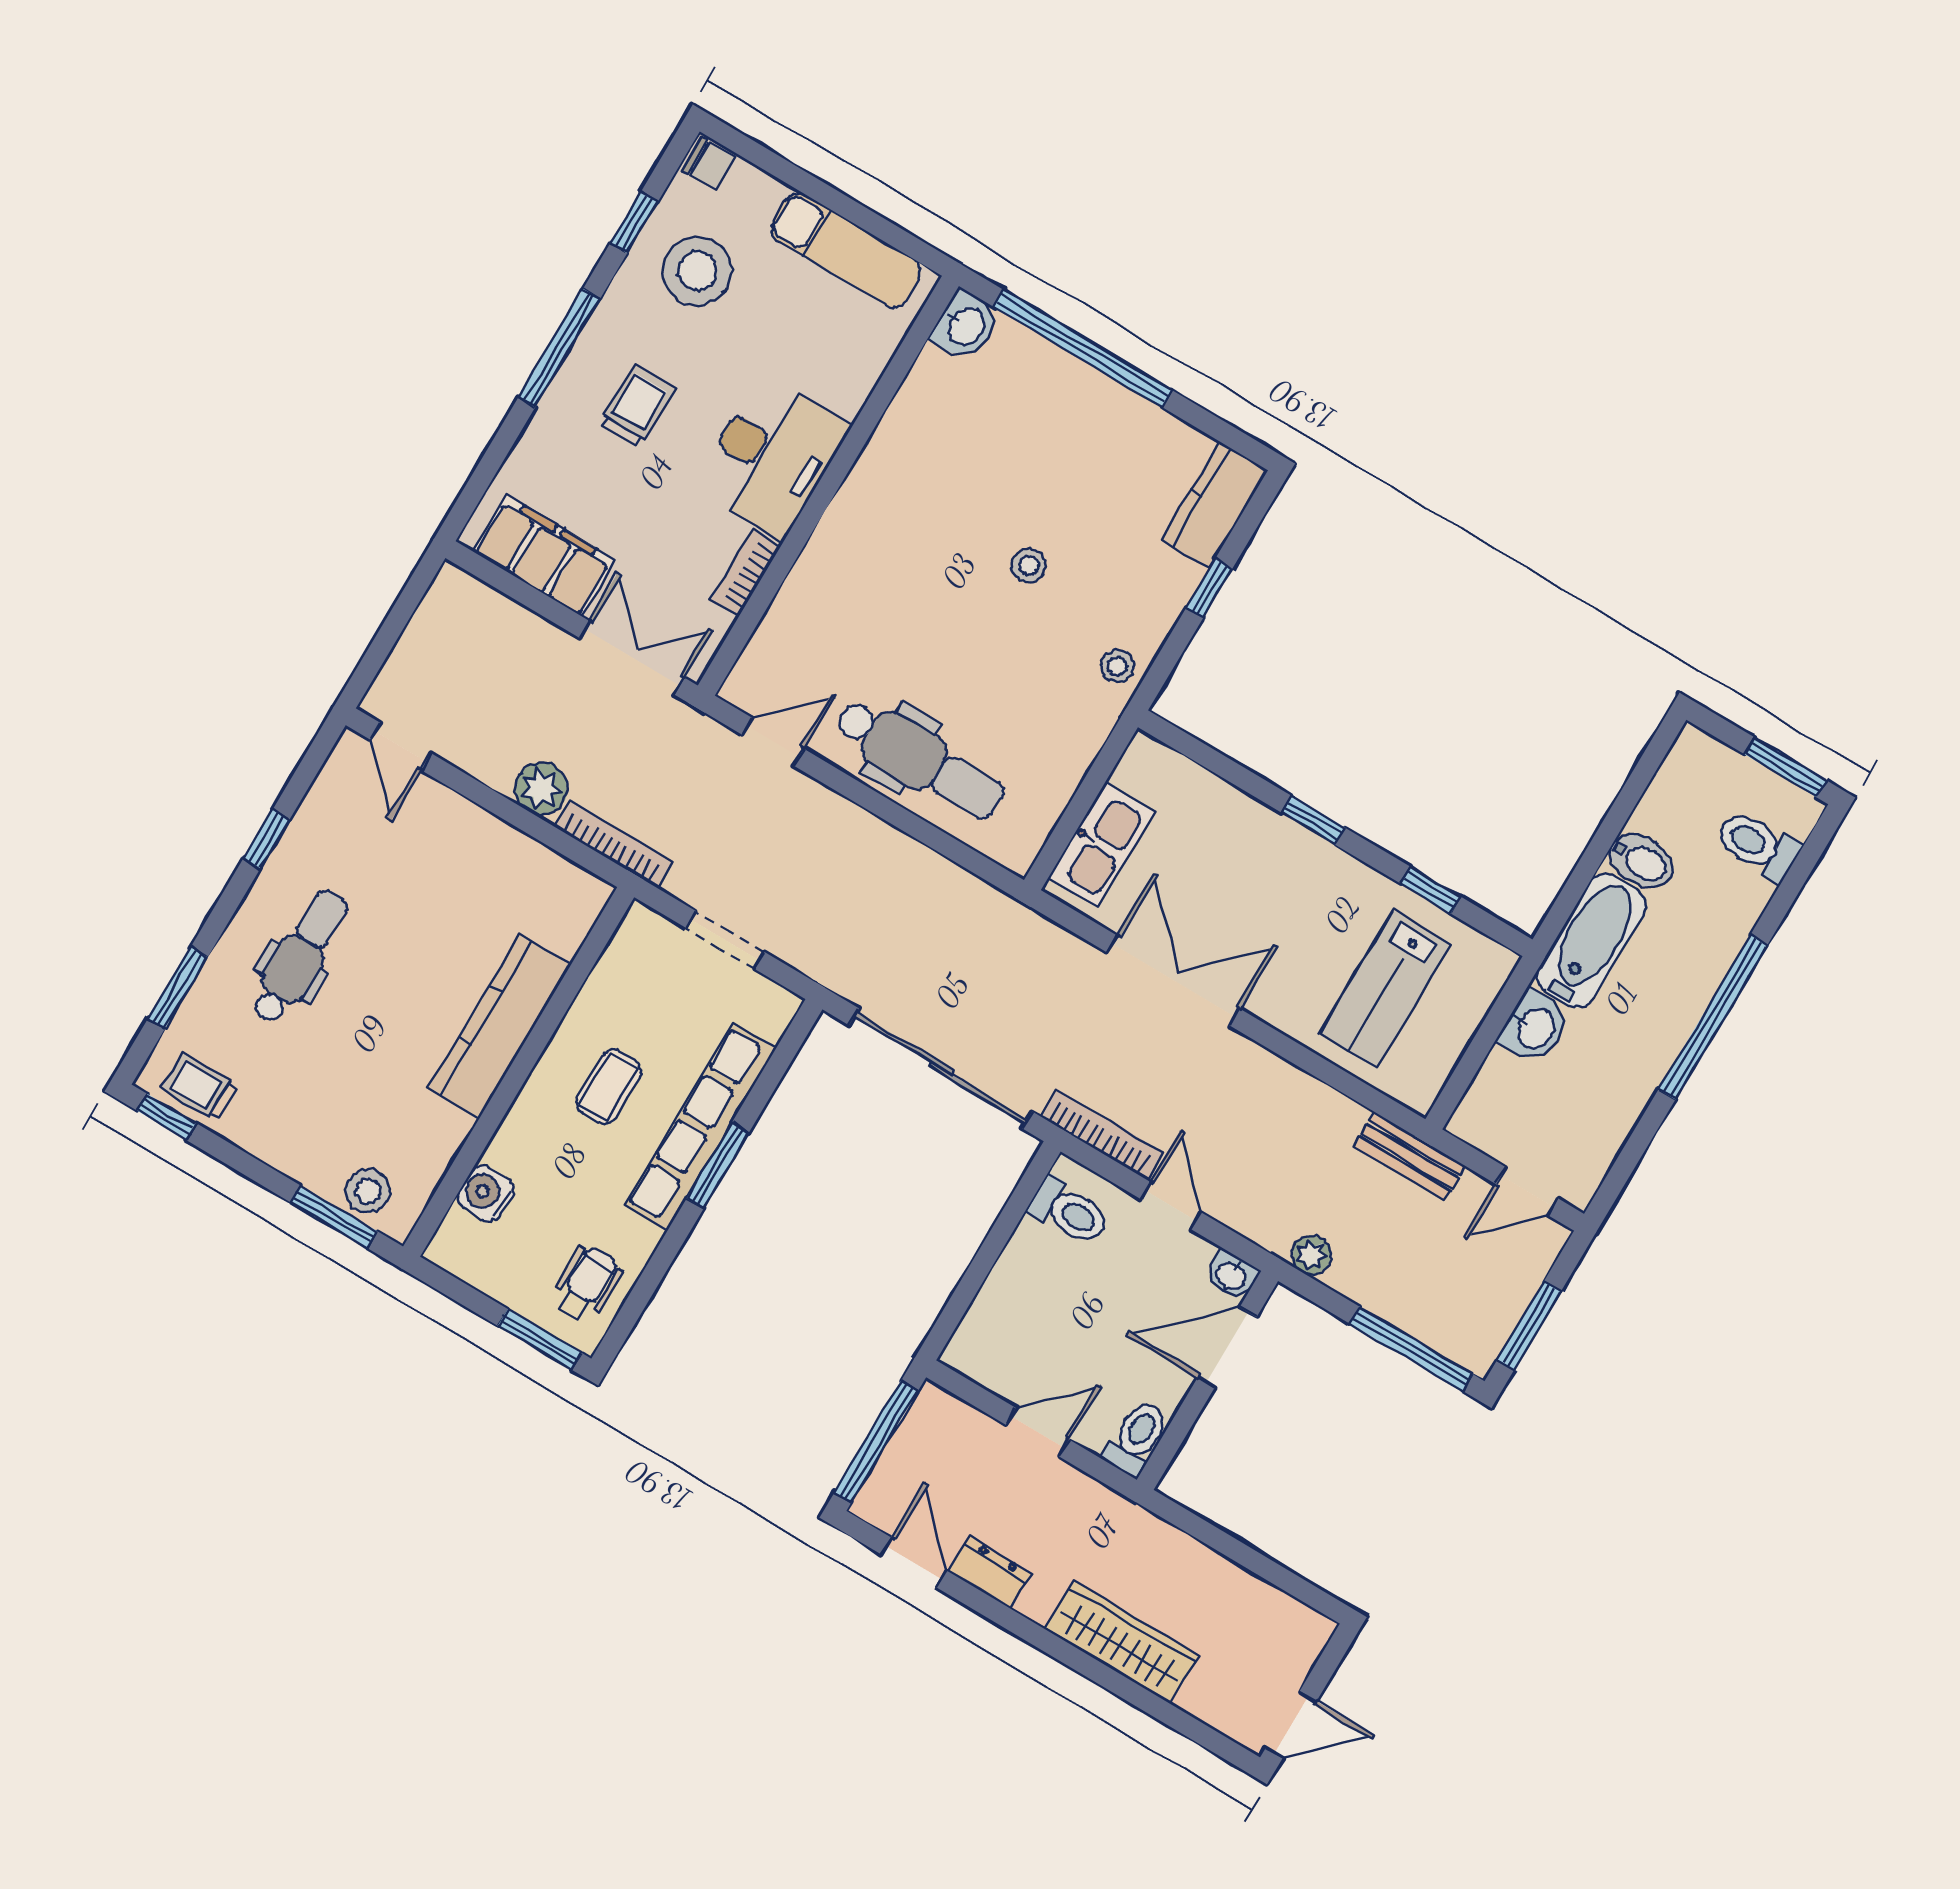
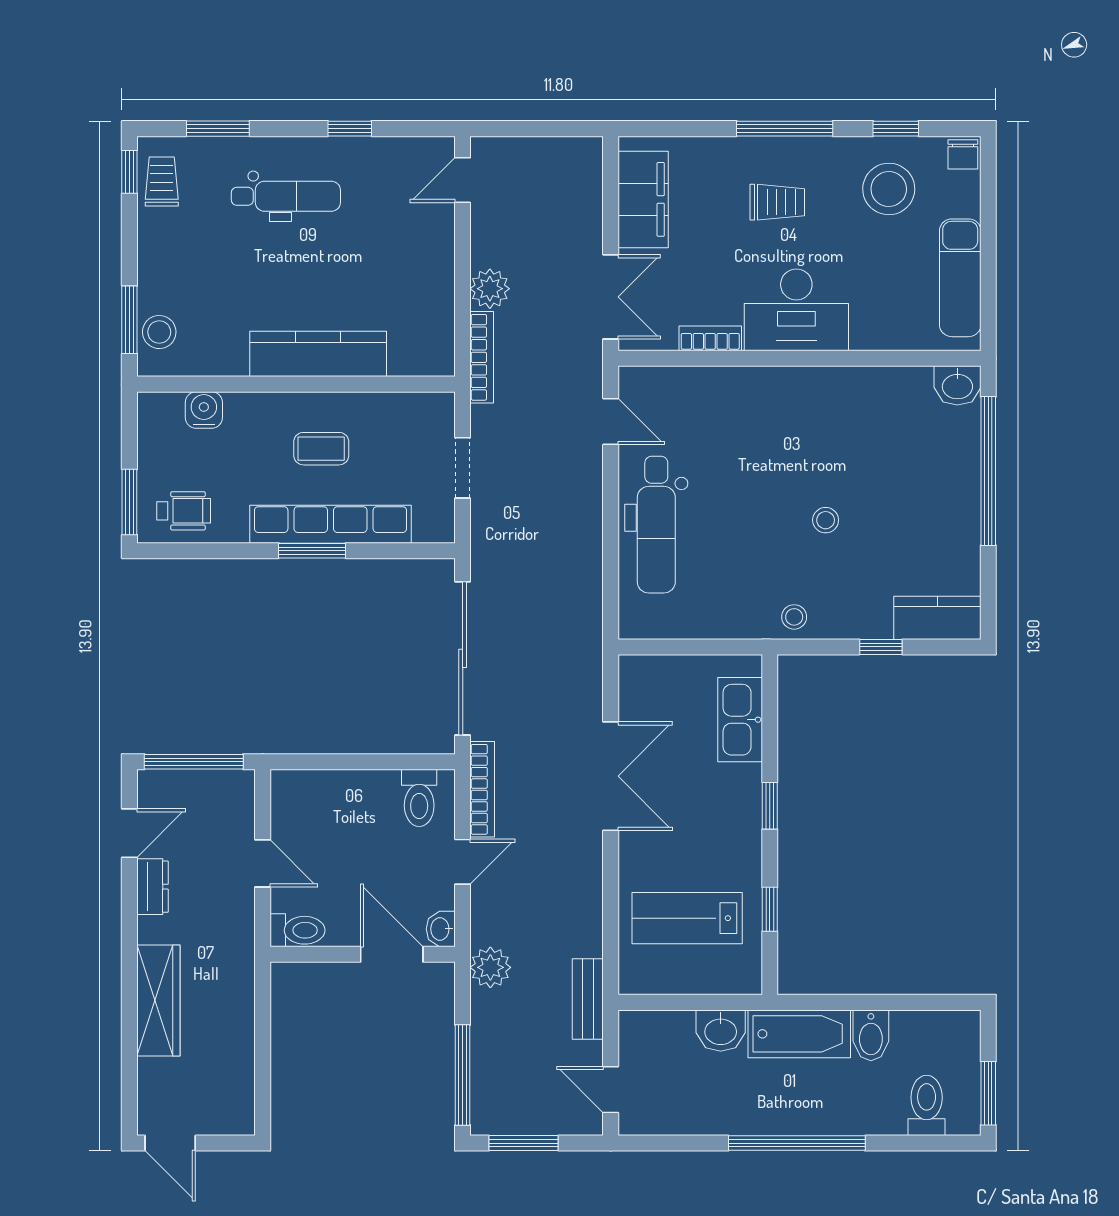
kitchen sink: (1102, 845) -> (740, 720), moved, turned 90
plant: (1311, 1255) -> (490, 967), width x1.38, depth x1.38

